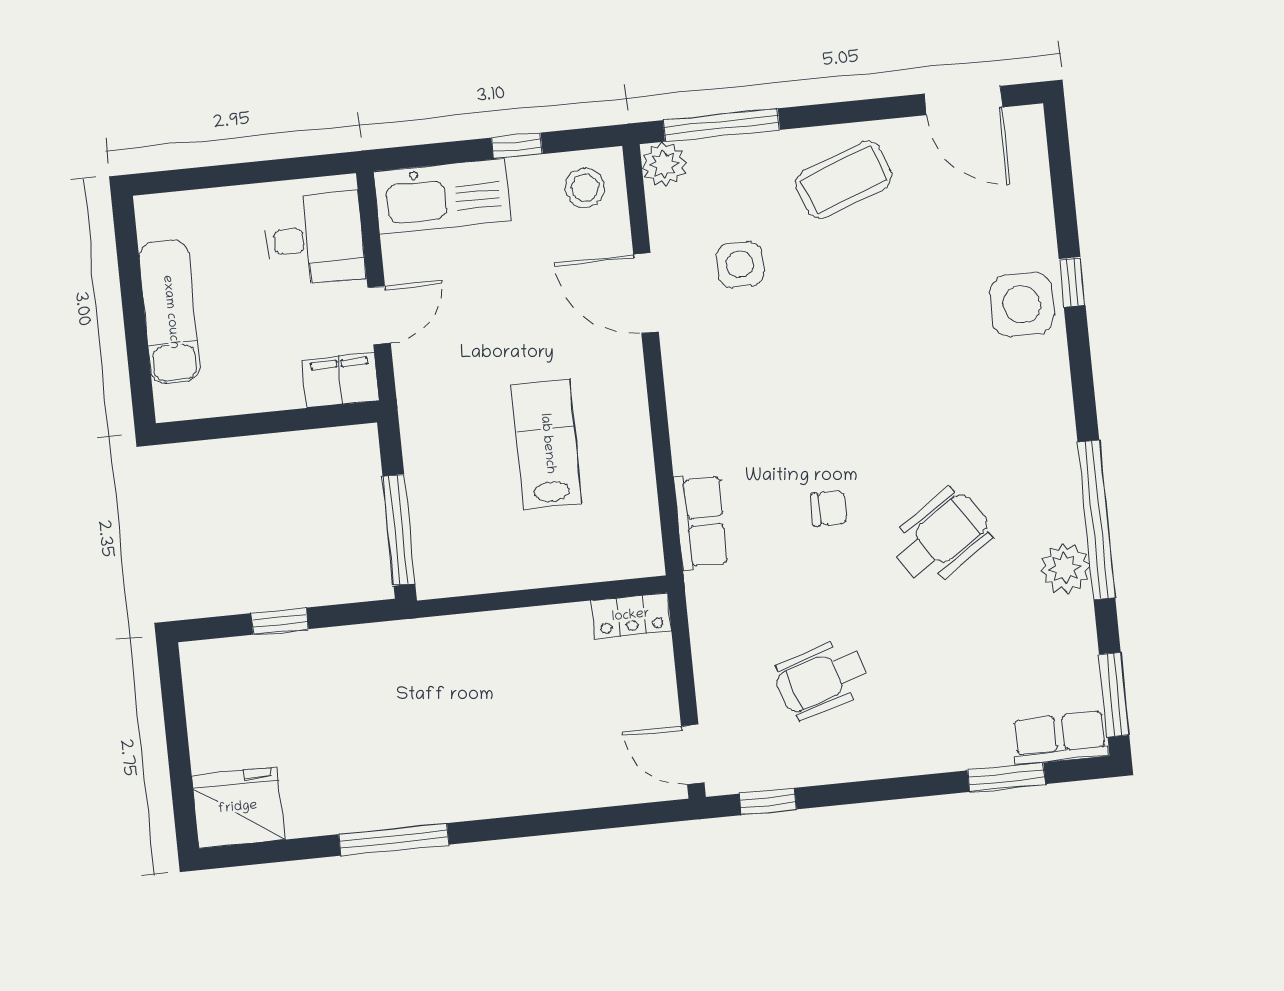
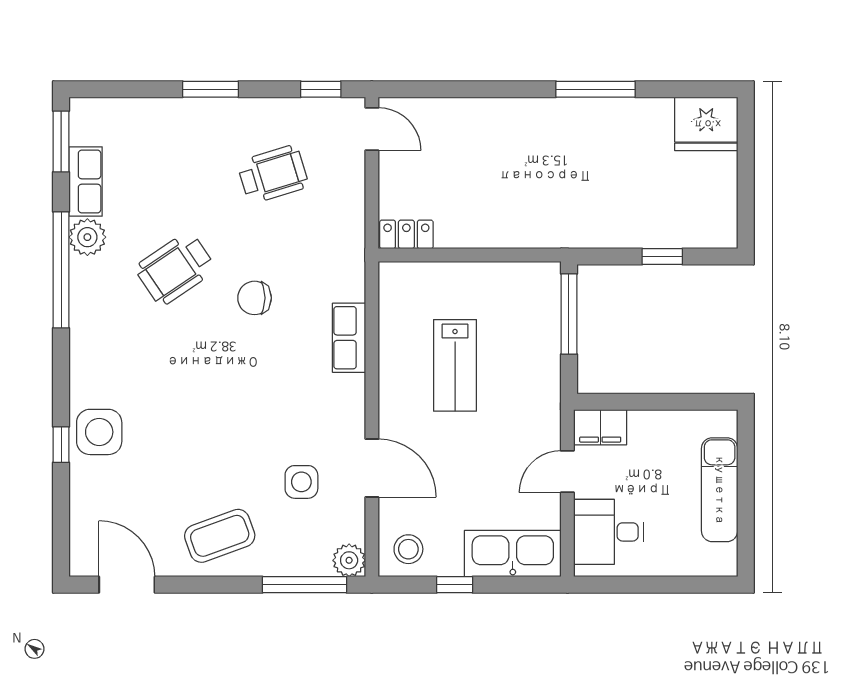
chair: (829, 508) -> (255, 298), width x1.37, depth x1.37
row of seats: (701, 522) -> (349, 338), moved
row of seats: (1060, 738) -> (86, 181), moved, turned -90
window: (1006, 777) -> (210, 89), moved

